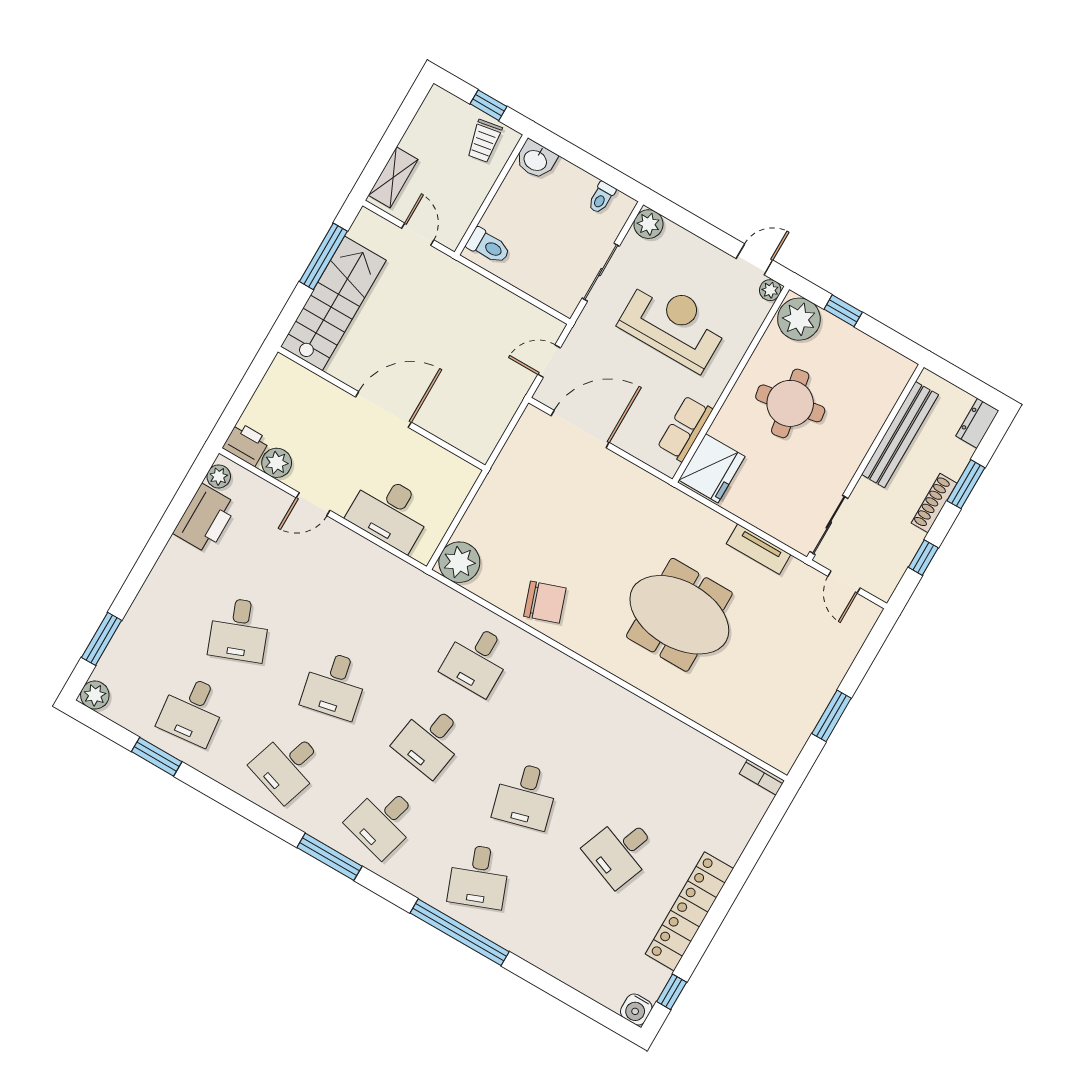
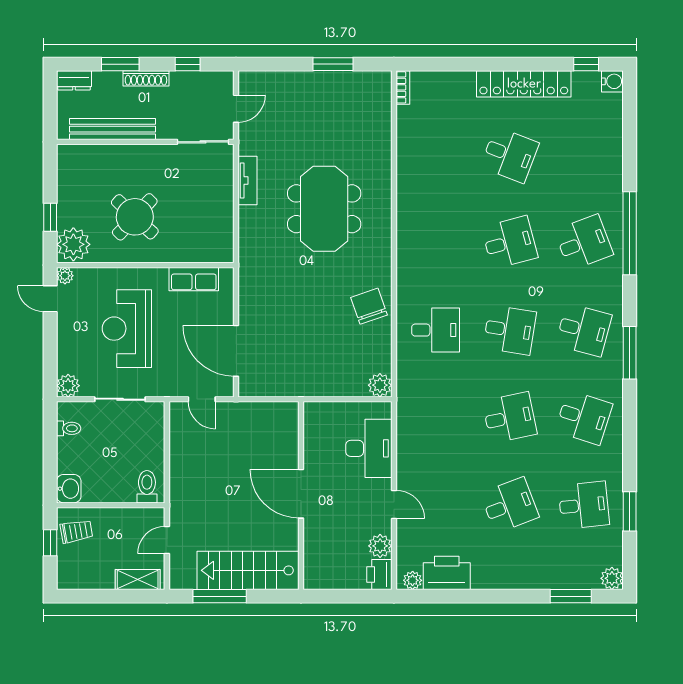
round table: (790, 403) -> (135, 217), turned -37
fridge: (712, 468) -> (211, 245), removed
plant: (459, 562) -> (380, 385), width x0.73, depth x0.73

